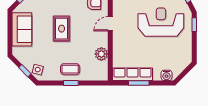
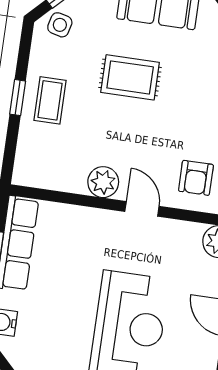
rug: (62, 29) -> (130, 77), moved
plant: (101, 54) -> (103, 182), moved

